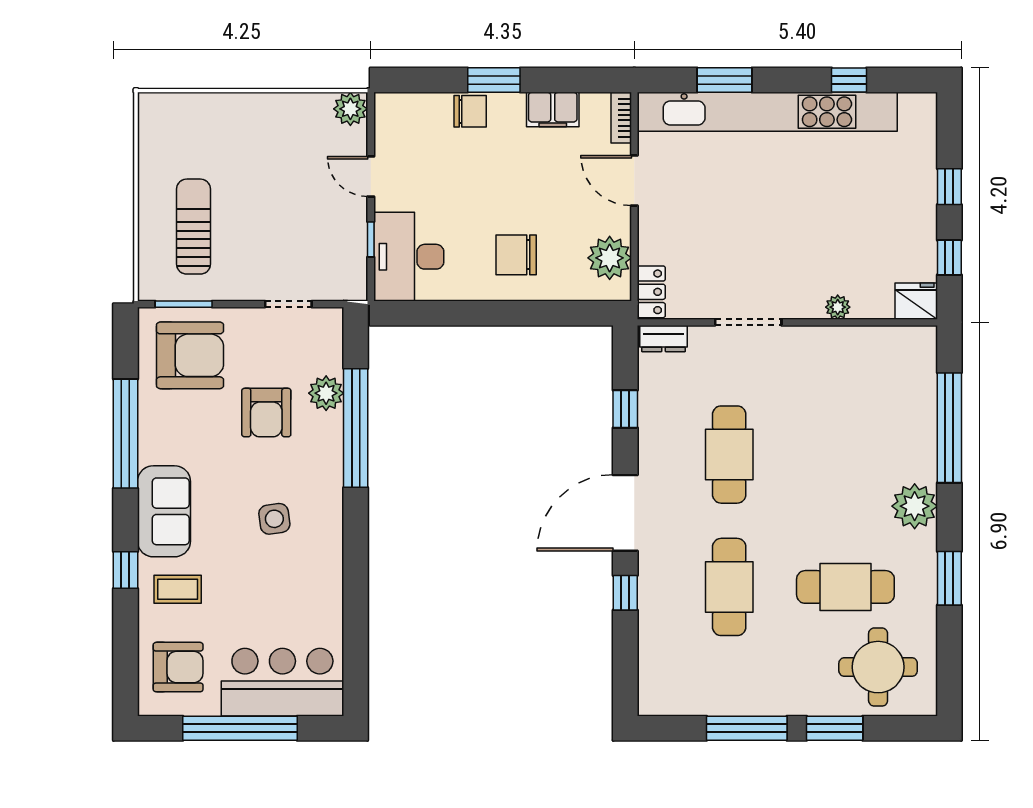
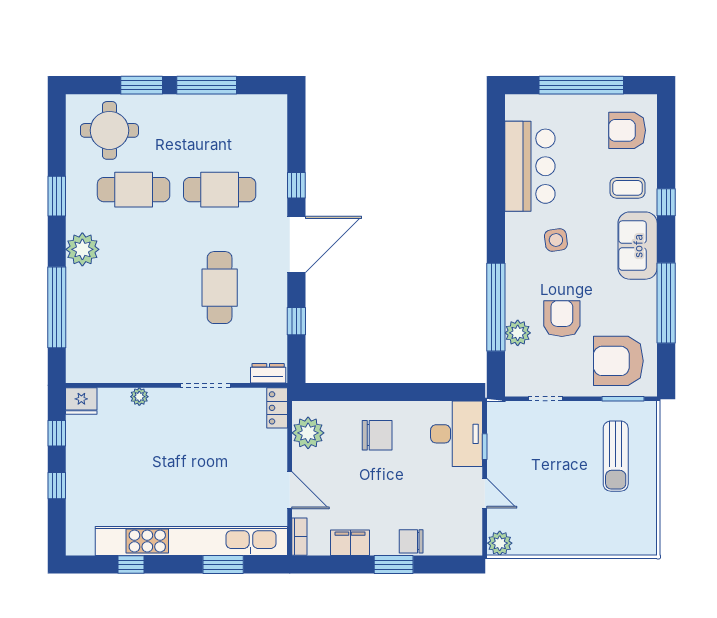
cafe table: (729, 587) -> (220, 190), turned 90
bar counter: (282, 682) -> (530, 166), moved, turned -90

